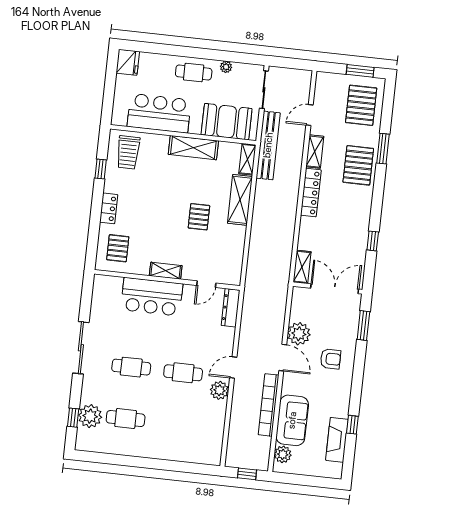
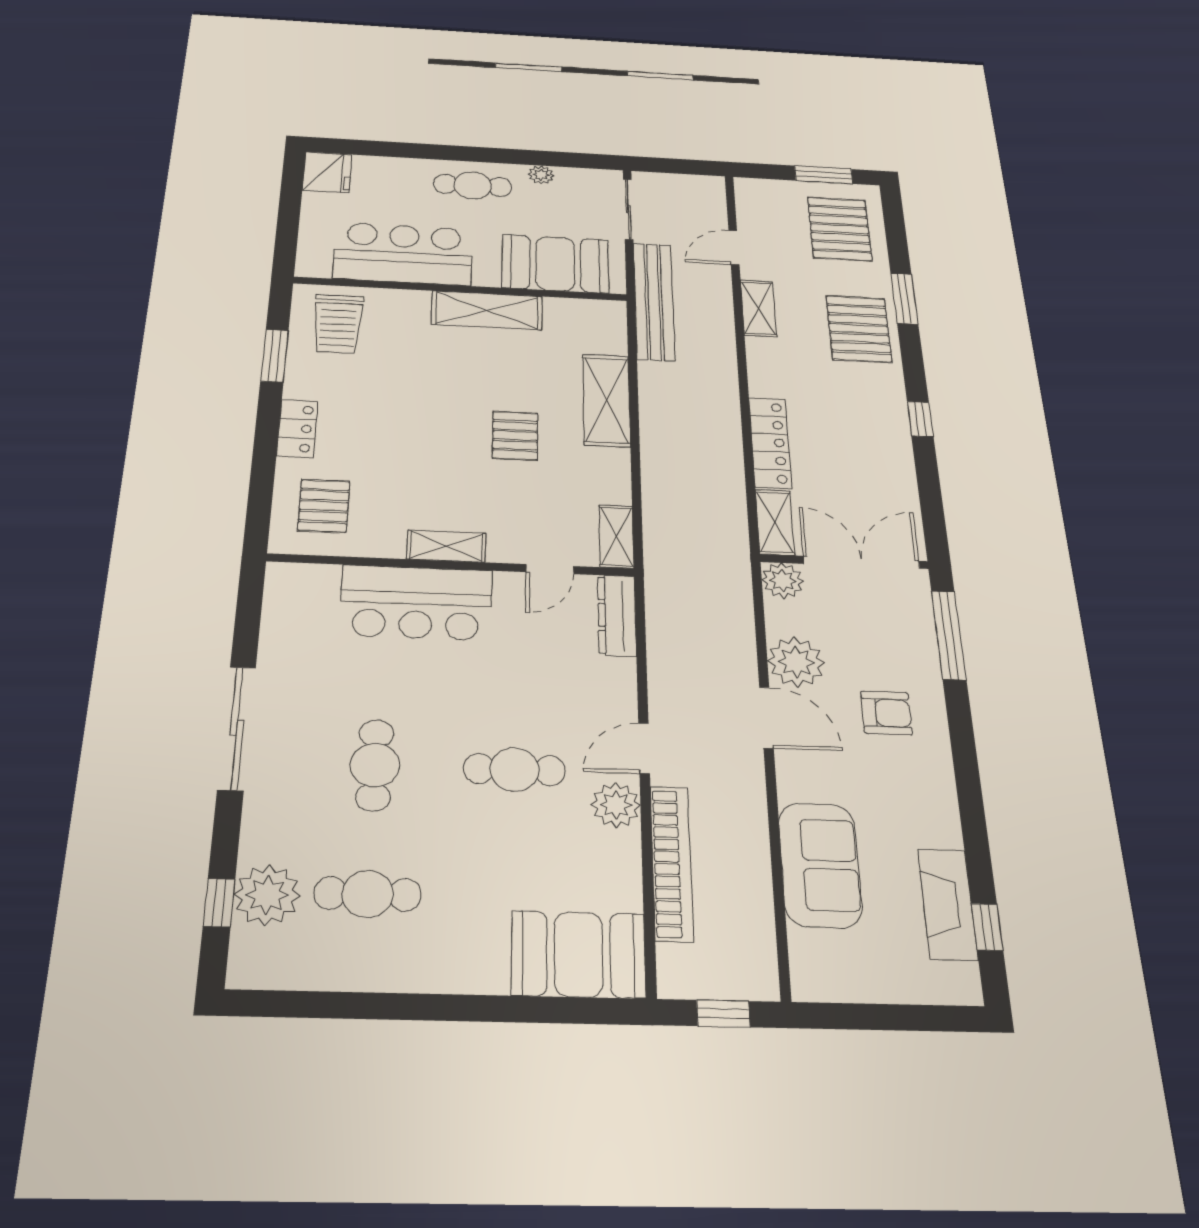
shelving: (247, 159) -> (616, 536), moved
window: (101, 169) -> (275, 356), width x1.50
locker: (311, 193) -> (770, 443), moved
window: (373, 241) -> (920, 419), moved
window: (363, 325) -> (949, 635), width x1.44
cafe table: (131, 367) -> (375, 765), turned 90
bookcase: (269, 405) -> (672, 863), moved, turned 180
window: (352, 425) -> (987, 927), moved
booth: (199, 448) -> (578, 954), added
plant: (283, 454) -> (783, 581), moved

